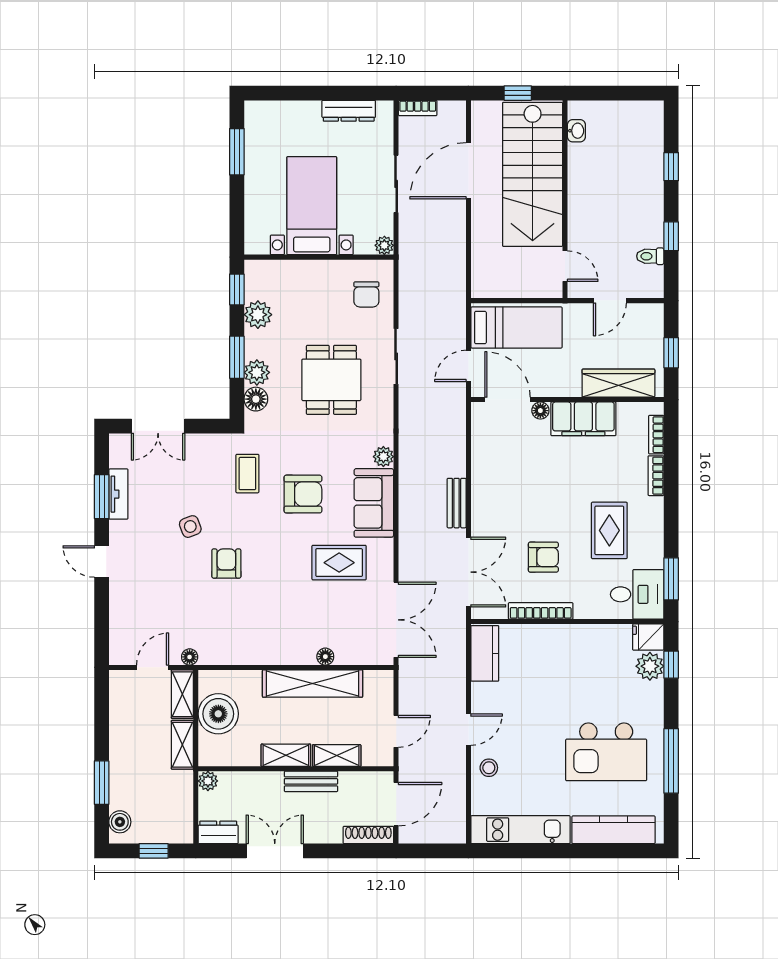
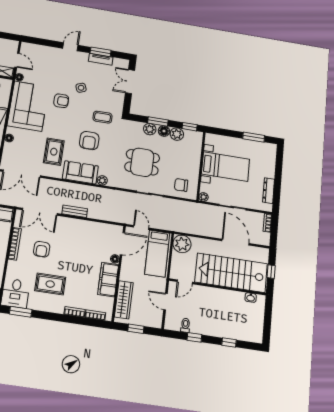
plant: (489, 280) -> (182, 244), added
floor lamp: (256, 399) -> (164, 131), moved
corner sofa: (250, 629) -> (28, 106), added

